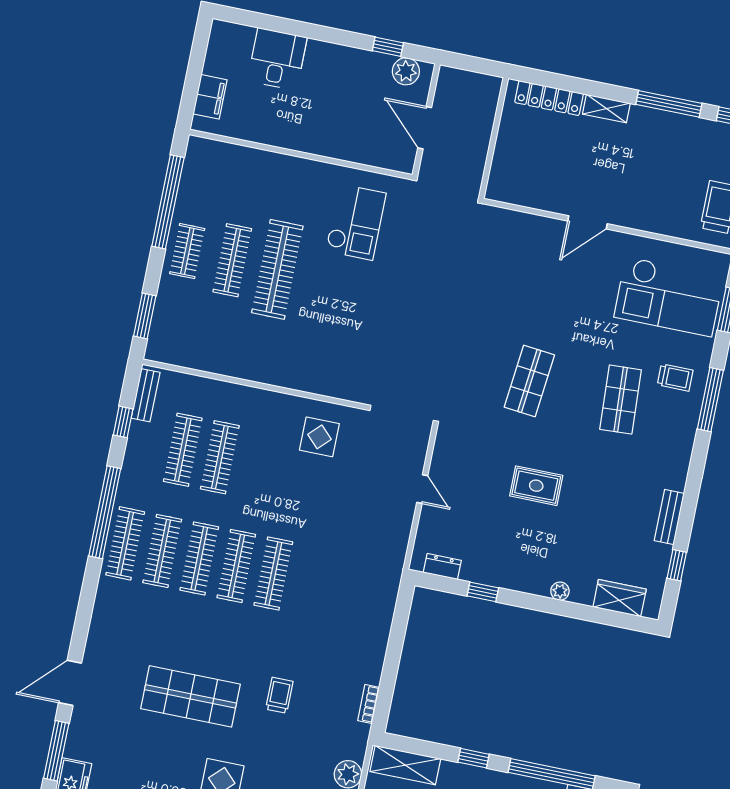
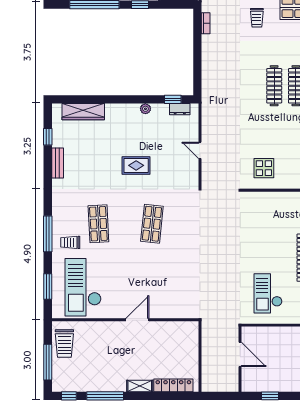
plant: (406, 71) -> (257, 384), removed
checkout: (669, 297) -> (83, 287), turned -90
plant: (560, 591) -> (145, 109), moved
window: (483, 592) -> (173, 99), moved
wardrobe: (620, 598) -> (83, 112), width x1.50

